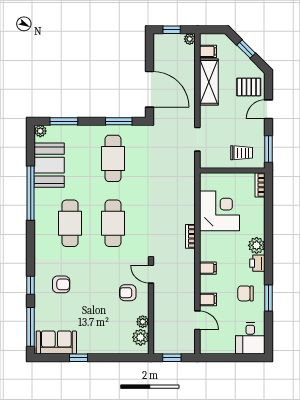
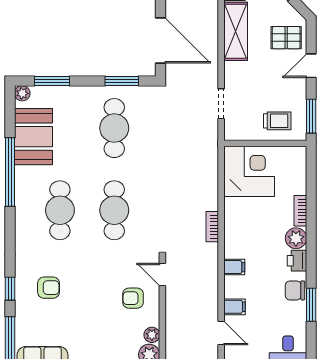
bookcase: (260, 185) -> (300, 211), moved
corner desk: (219, 211) -> (249, 171), moved
chair: (245, 293) -> (295, 290), moved

